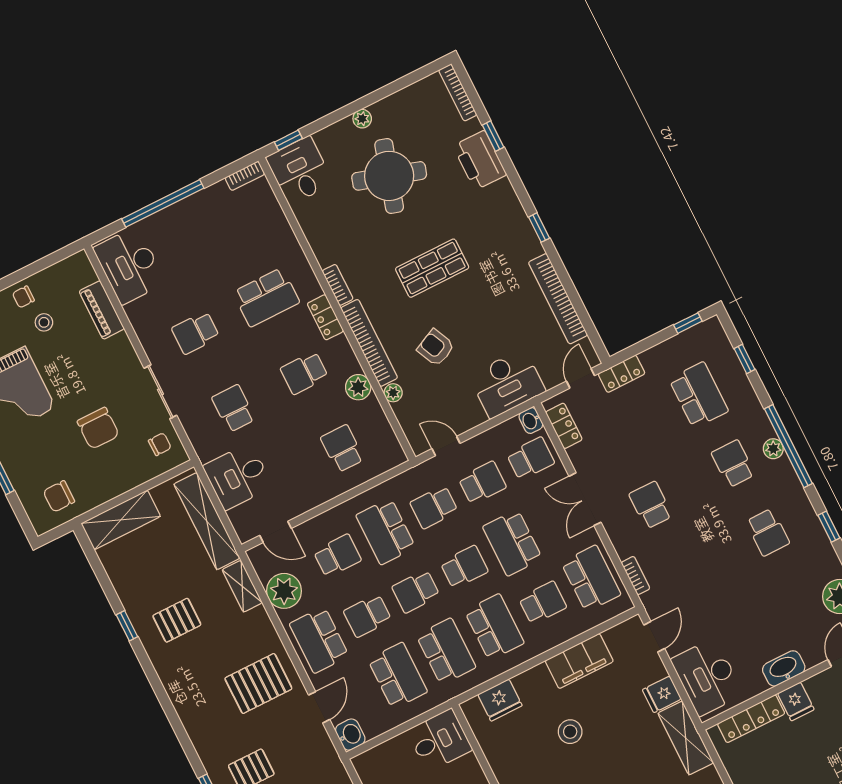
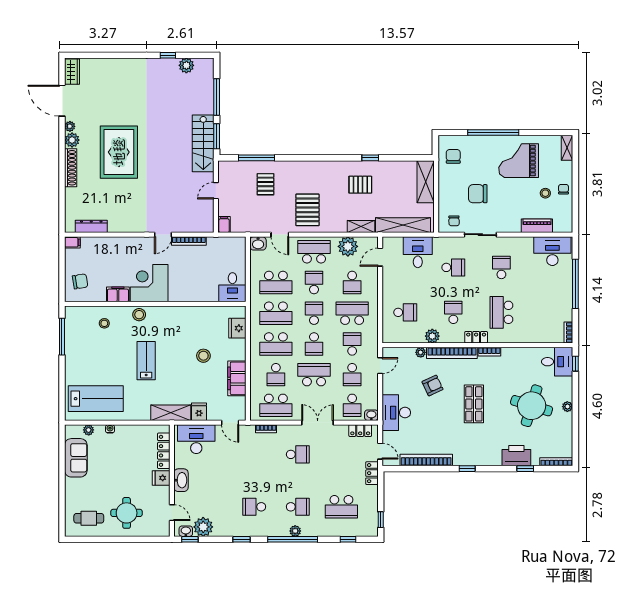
pallet: (177, 620) -> (360, 185), turned 90

